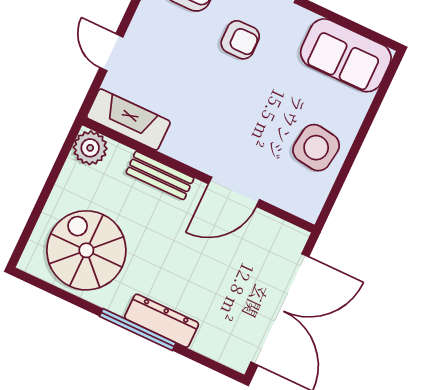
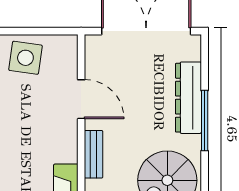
dresser: (162, 321) -> (188, 98), width x1.37, depth x1.24

